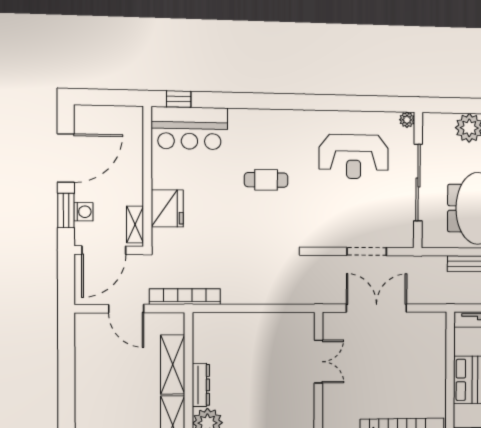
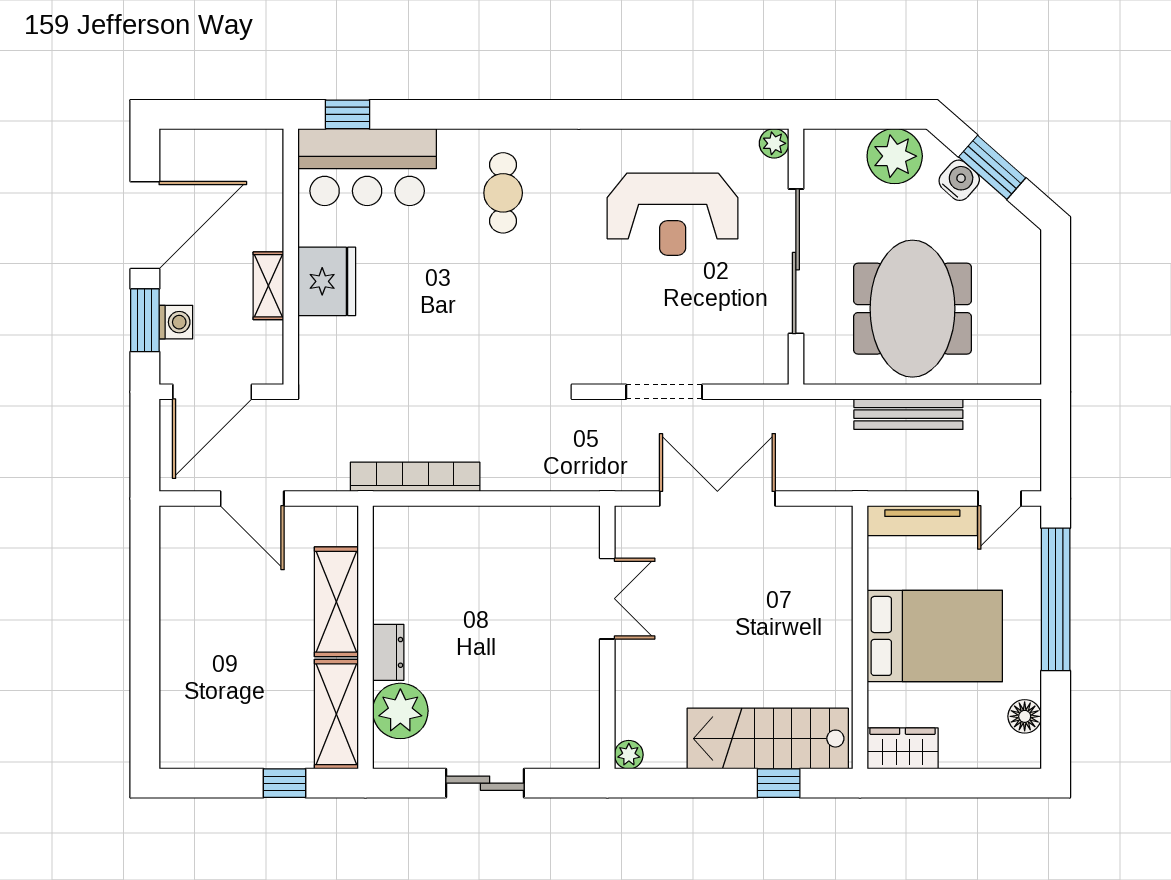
cafe table: (266, 180) -> (503, 193), moved, turned 90
fridge: (167, 208) -> (327, 281), moved
shelving: (135, 225) -> (268, 286), moved
doorway: (367, 251) -> (664, 392), moved
bookcase: (185, 297) -> (415, 477), moved
dresser: (201, 385) -> (388, 652), width x0.70

